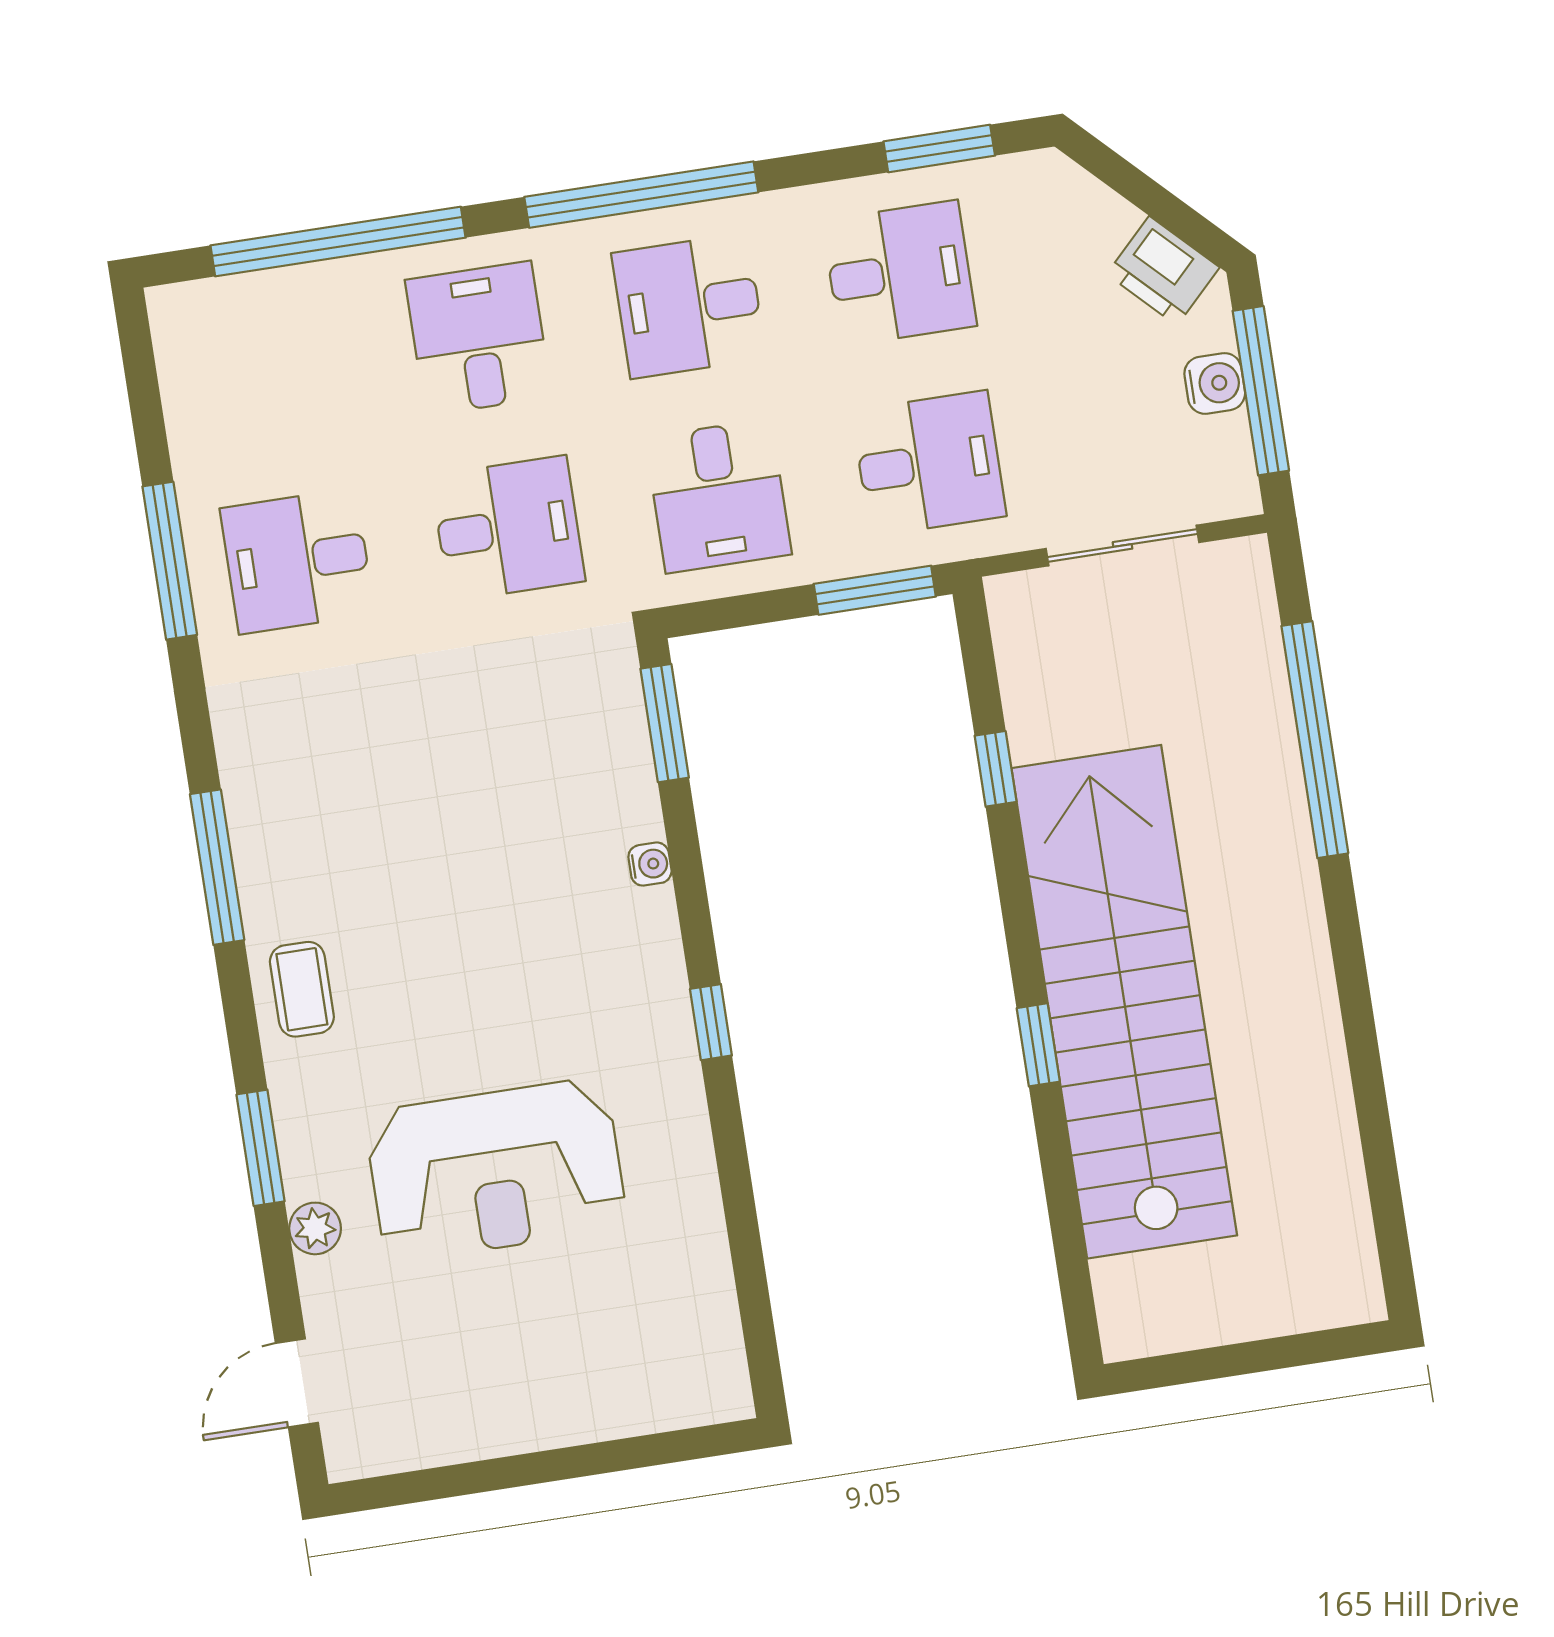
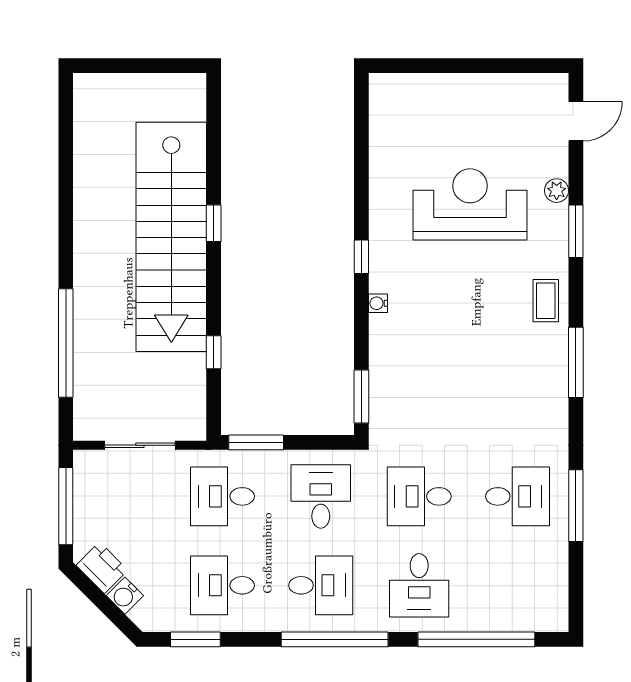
water cooler: (1215, 383) -> (125, 596), moved, turned -45
water cooler: (650, 864) -> (378, 303), moved

